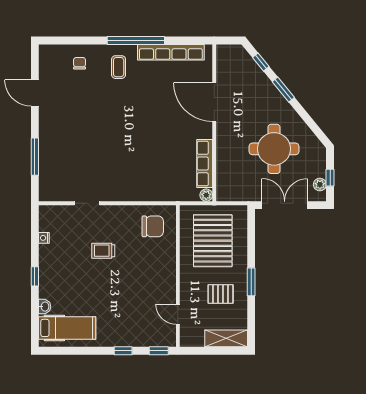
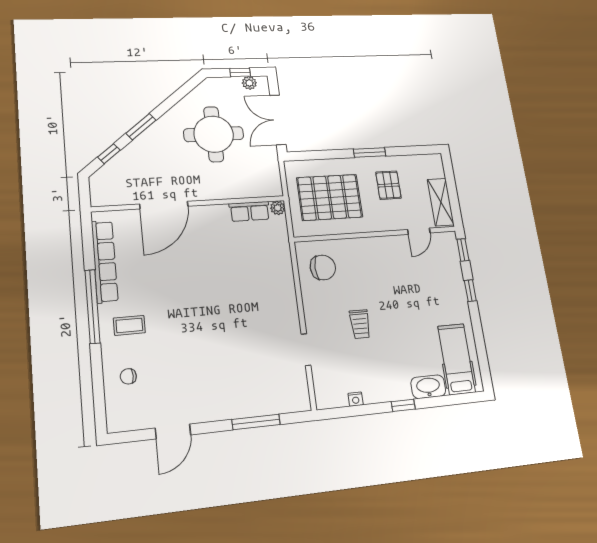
row of seats: (205, 164) -> (250, 211), width x0.68
chair: (153, 226) -> (323, 267), turned 90
washbasin: (45, 307) -> (428, 387), width x1.91, depth x1.45
shelving: (226, 338) -> (441, 202), moved

